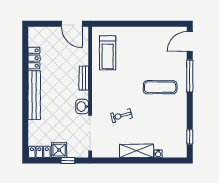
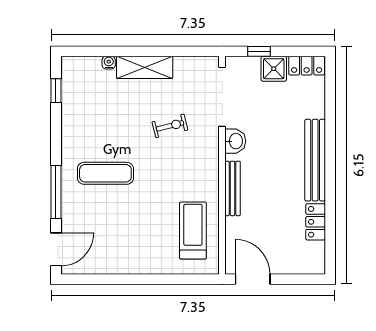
bench: (84, 78) -> (233, 188), width x1.36

